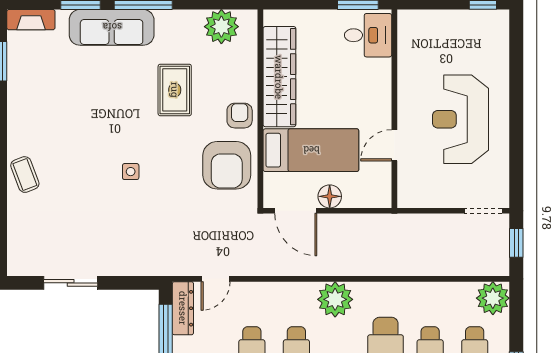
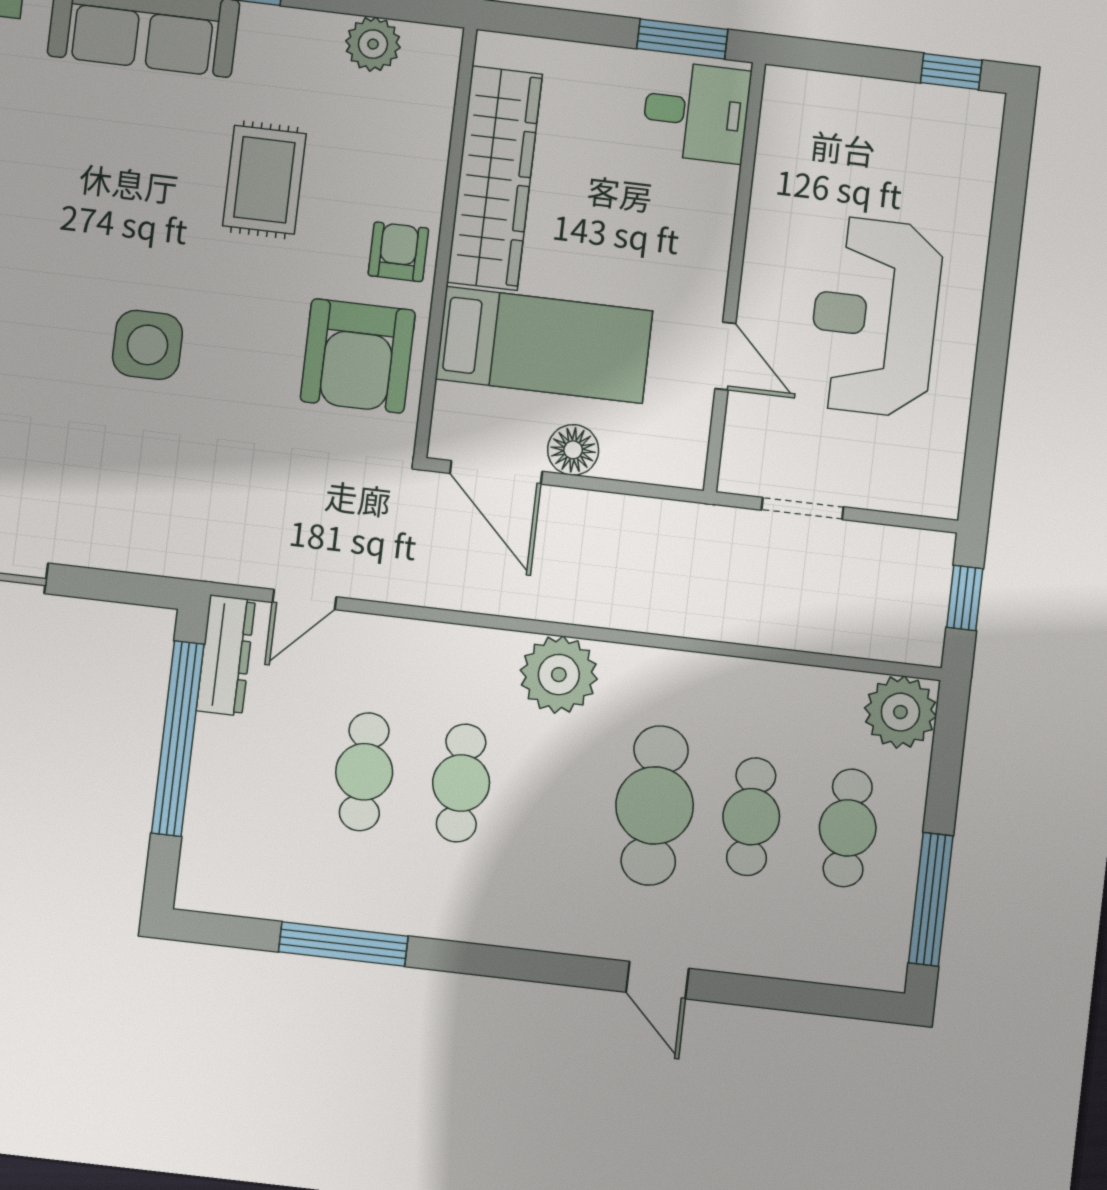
plant: (221, 27) -> (373, 44), width x0.73, depth x0.73
door: (394, 145) -> (725, 356), swing flipped
side table: (131, 172) -> (147, 345), width x1.87, depth x1.87
doorway: (483, 211) -> (803, 508), moved

